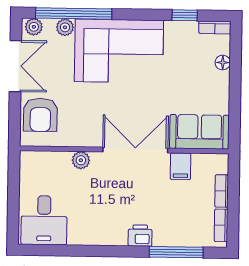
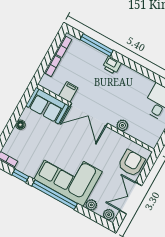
window: (74, 13) -> (55, 195), moved
floor lamp: (223, 63) -> (20, 125), moved

